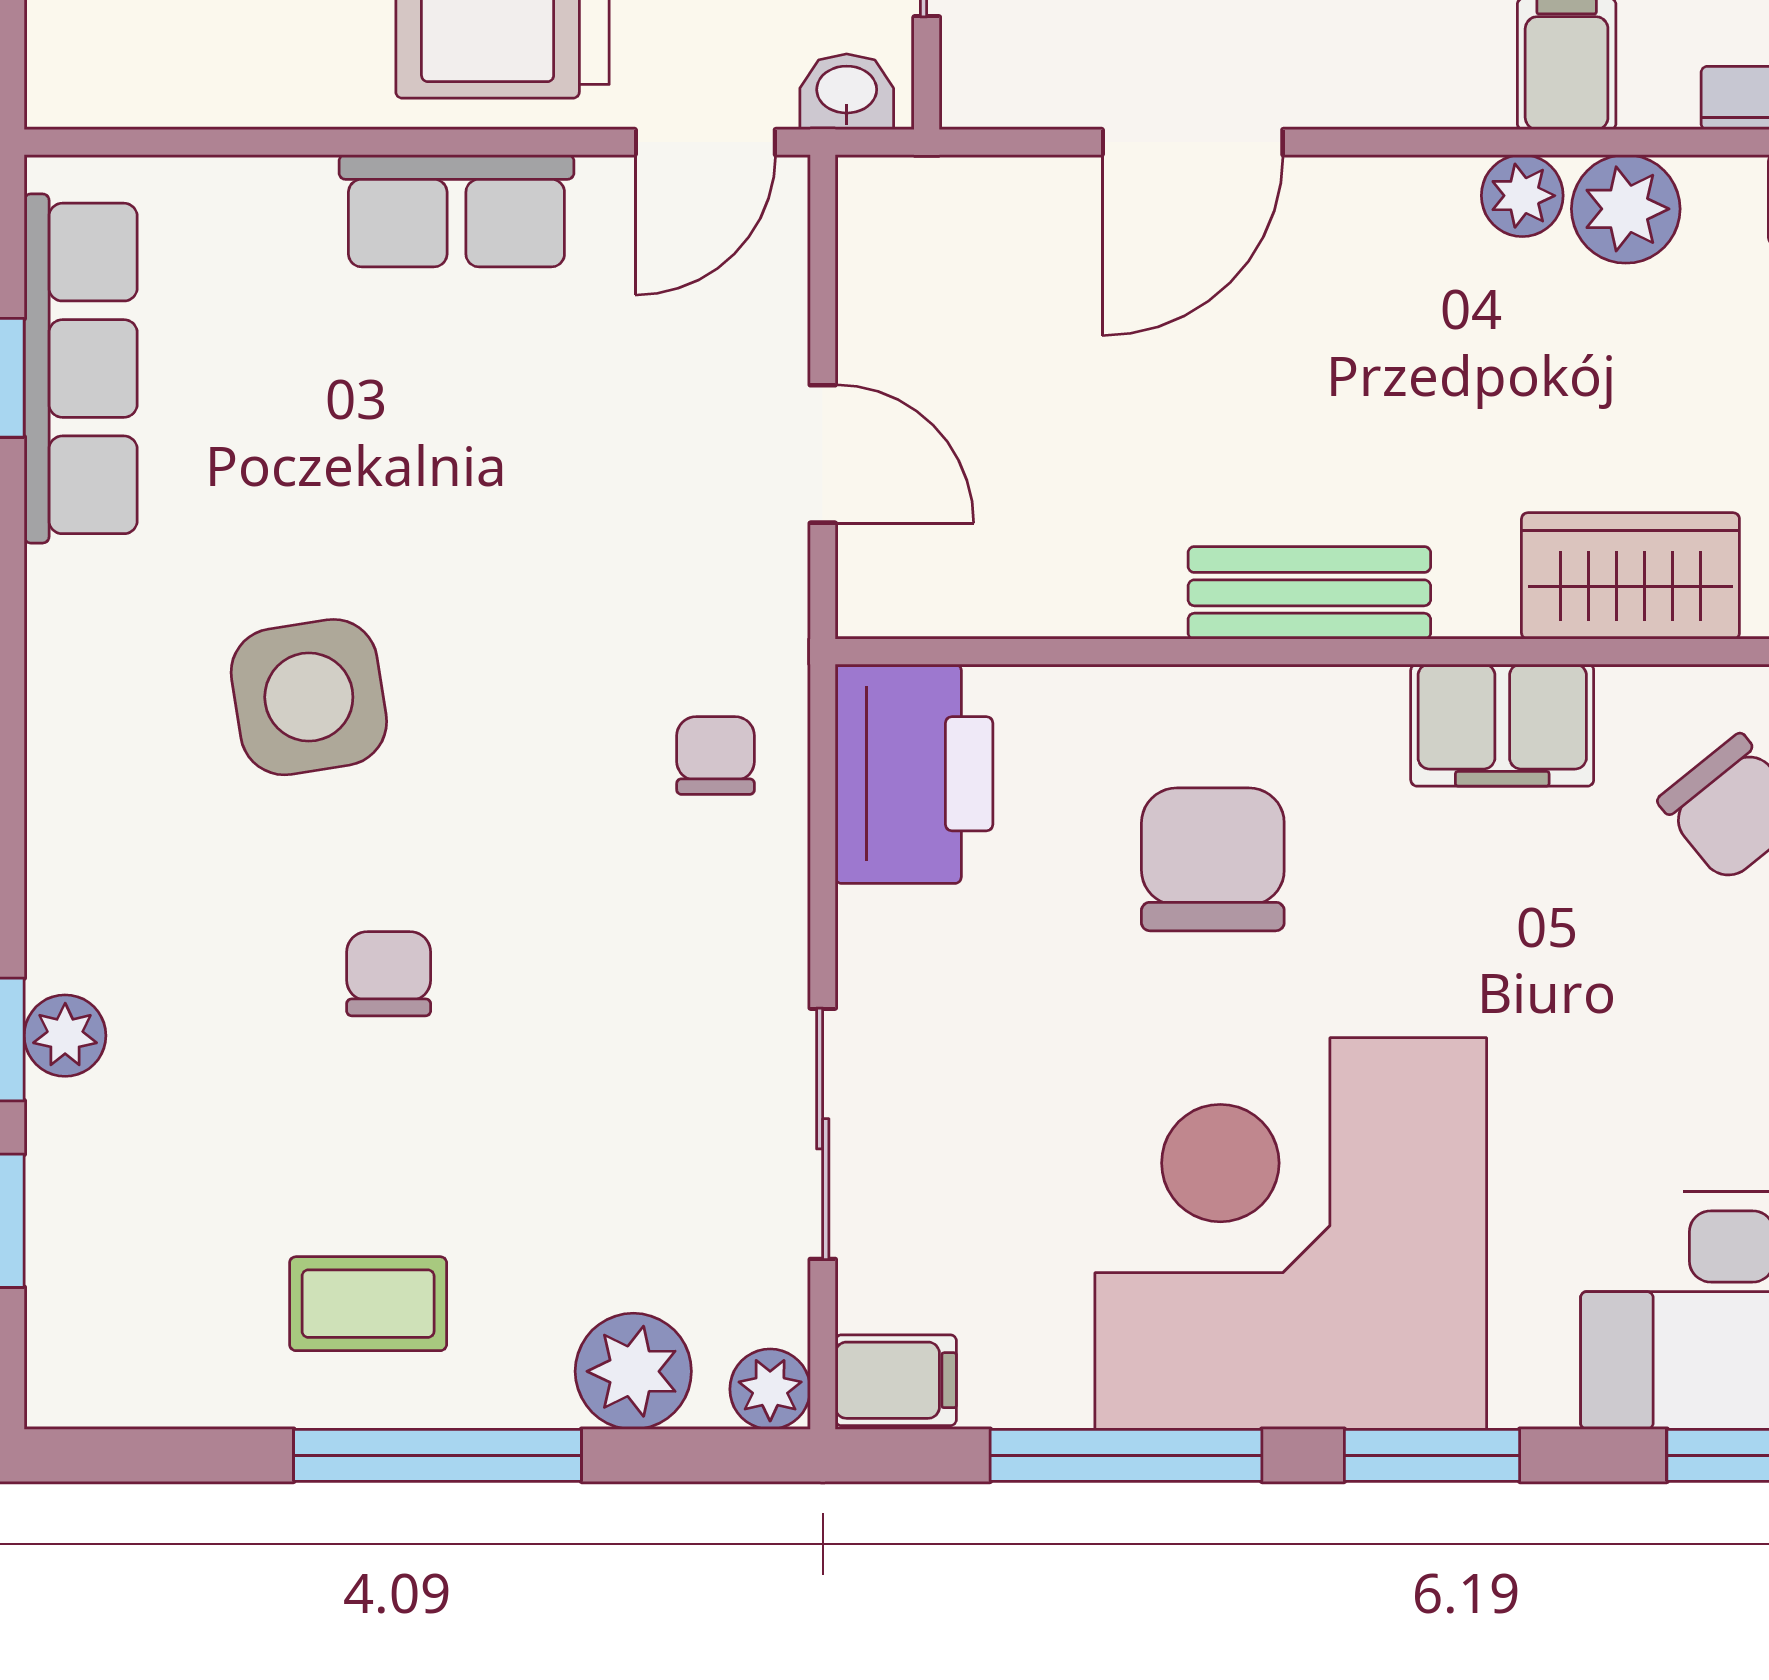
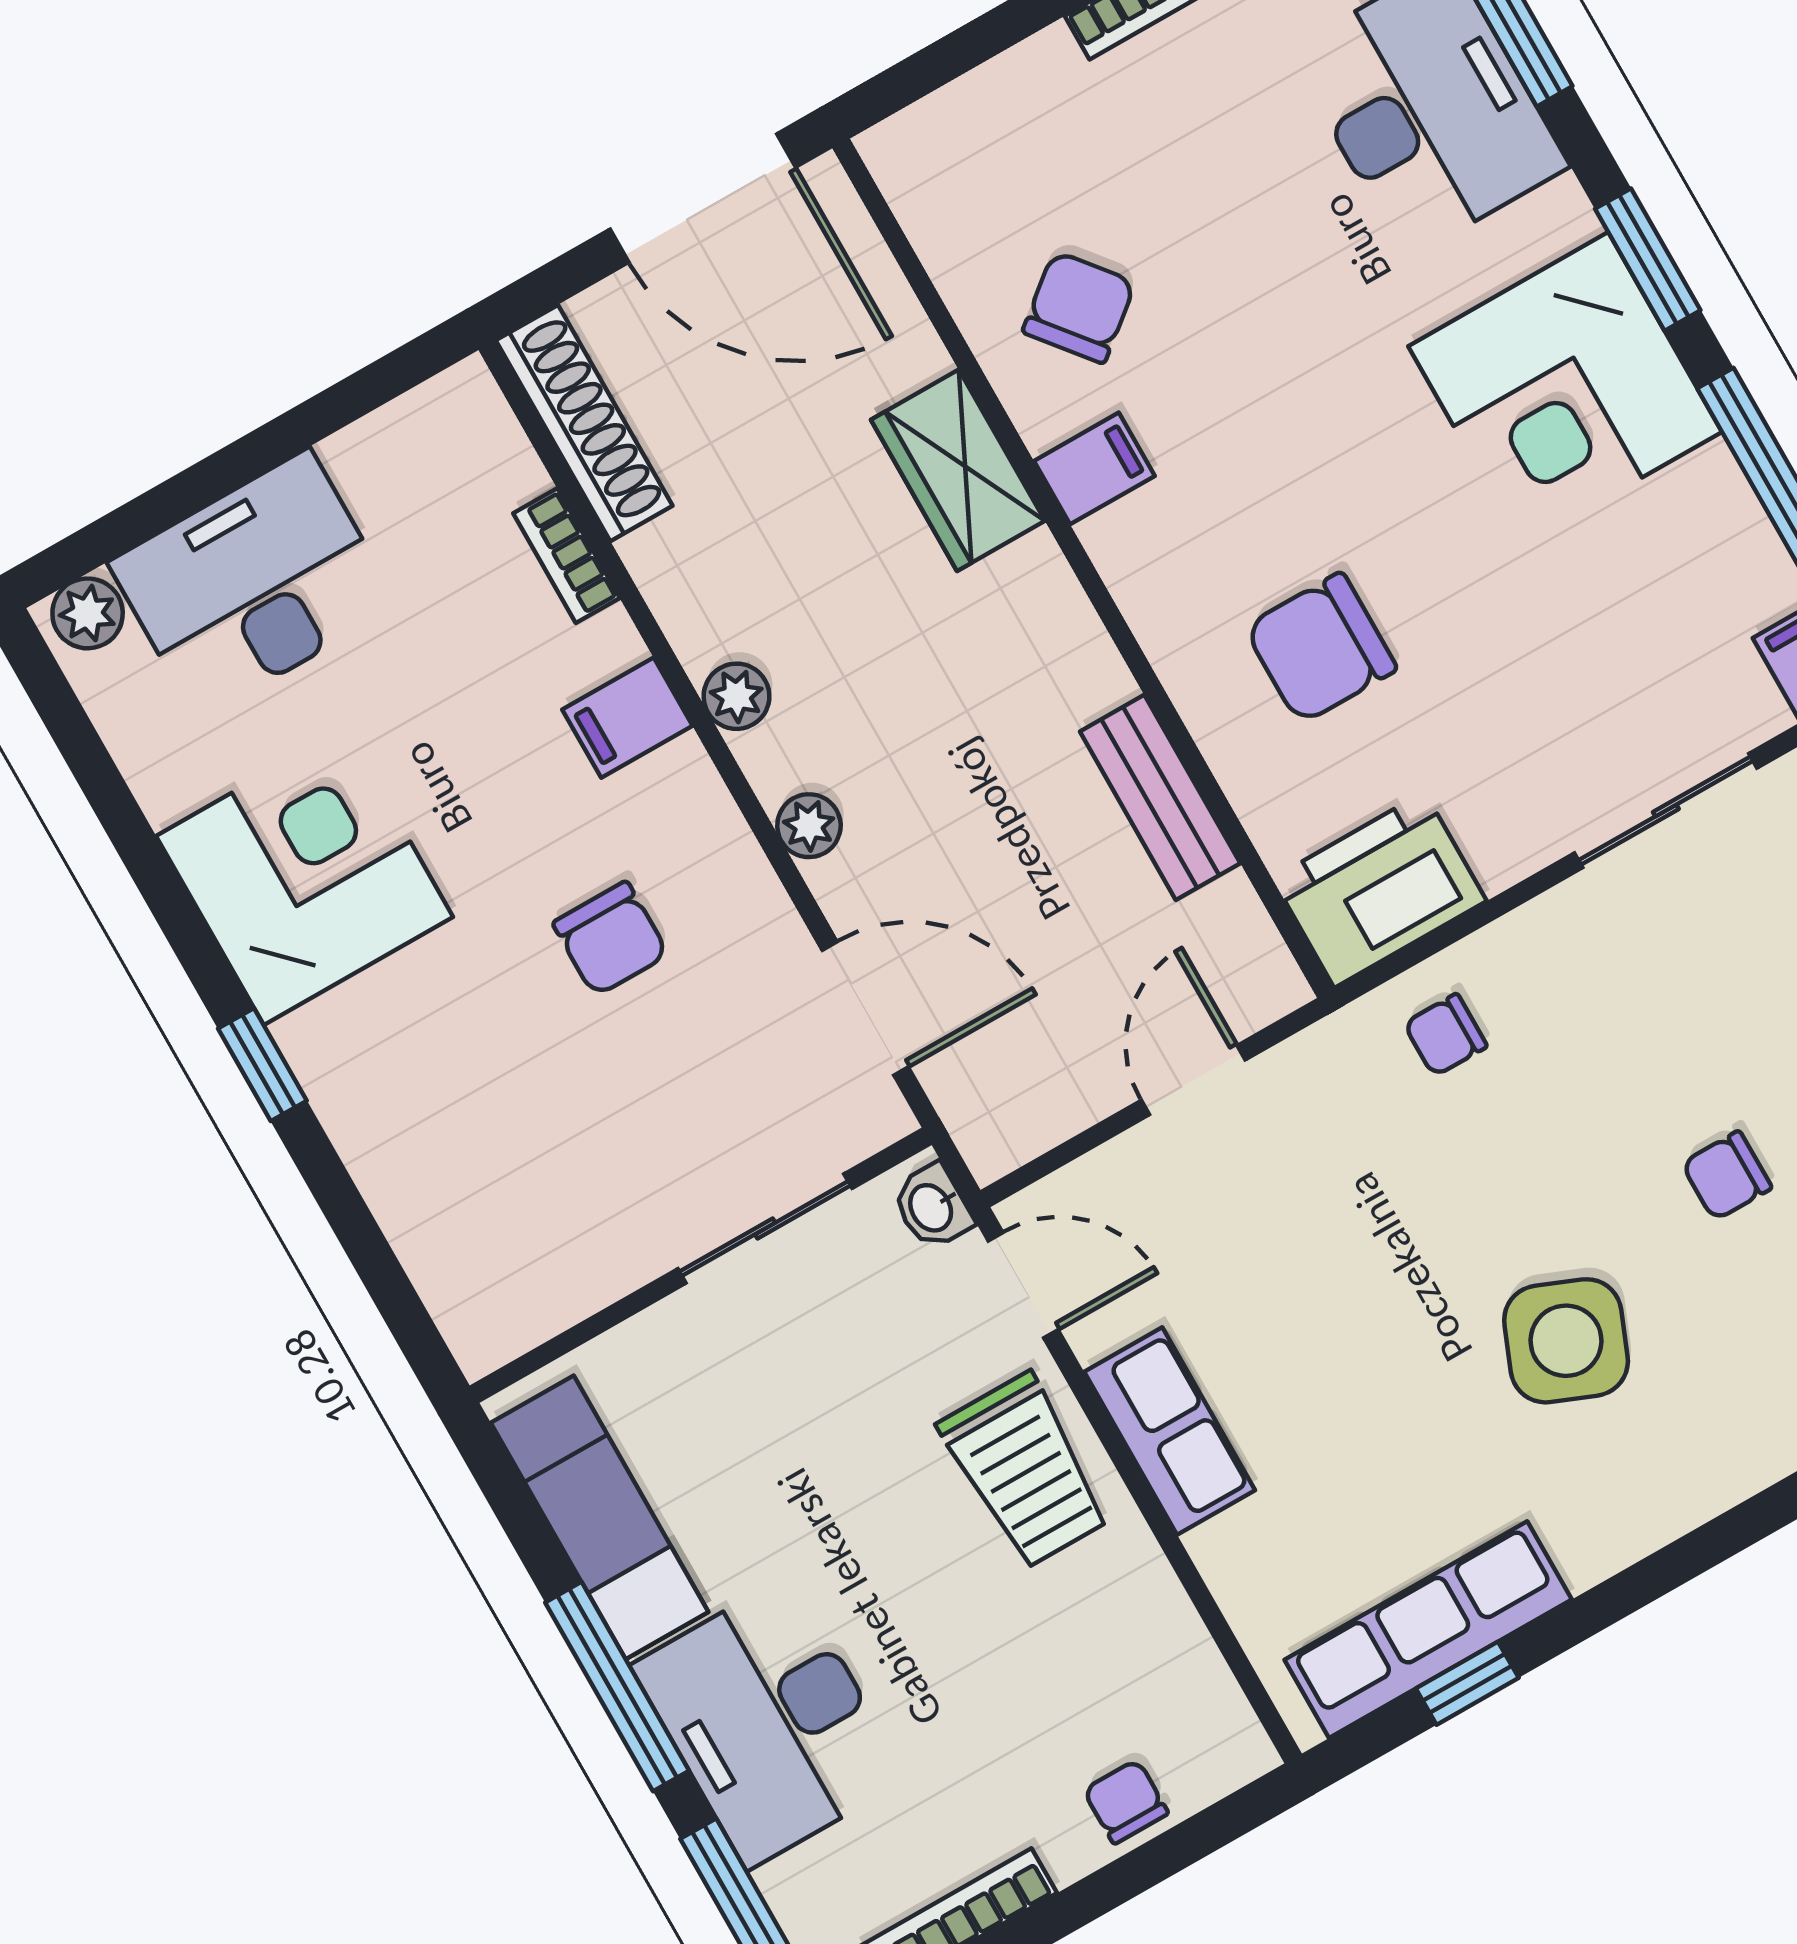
door: (1193, 142) -> (865, 1008), moved
plant: (1626, 209) -> (809, 826), moved, width x0.73, depth x0.73
bench: (1309, 593) -> (1160, 797), moved
side table: (309, 697) -> (1566, 1341), turned 31
filing cabinet: (1502, 725) -> (1094, 468), width x0.50
corner desk: (1291, 1234) -> (1565, 389), width x0.74, depth x0.74

